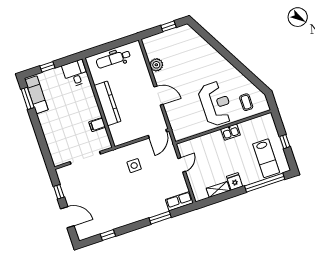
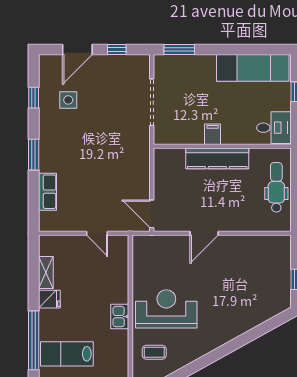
plant: (156, 65) -> (248, 244), removed
exam couch: (37, 95) -> (253, 68), width x1.36, depth x1.45
window: (28, 98) -> (179, 50), moved
reception desk: (216, 104) -> (166, 309), turned 180
filing cabinet: (97, 125) -> (213, 134), moved
side table: (134, 166) -> (68, 100), moved
row of seats: (179, 201) -> (47, 192), moved
window: (160, 218) -> (34, 155), moved

